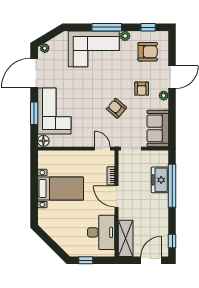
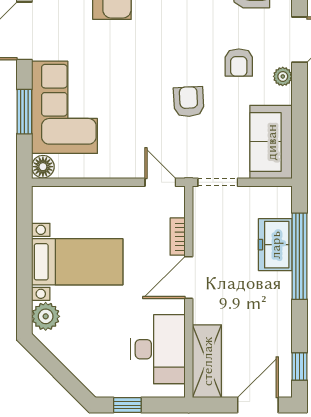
armchair: (116, 108) -> (189, 102), turned 46
door: (116, 196) -> (189, 278), hinge flipped
plant: (45, 216) -> (46, 316), added

